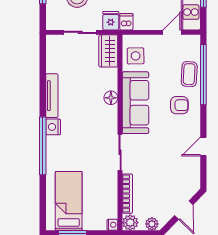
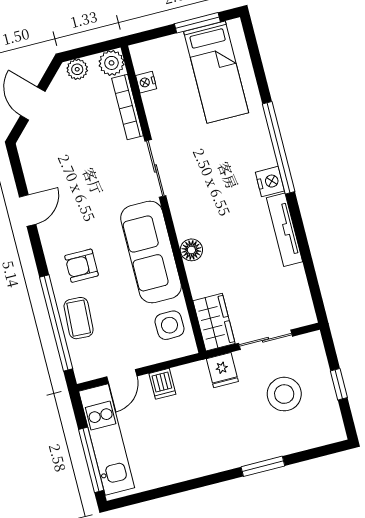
dishwasher: (126, 22) -> (162, 384), moved
nightstand: (112, 225) -> (146, 82), moved

